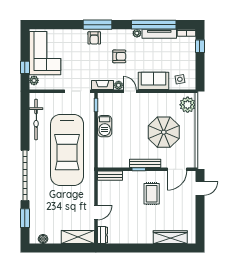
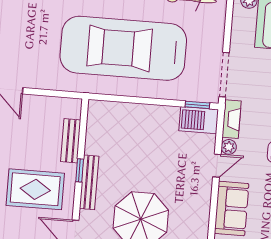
barbecue: (105, 126) -> (199, 120), moved
bench: (110, 176) -> (71, 141), moved
rug: (152, 194) -> (35, 189), width x1.36, depth x1.43

